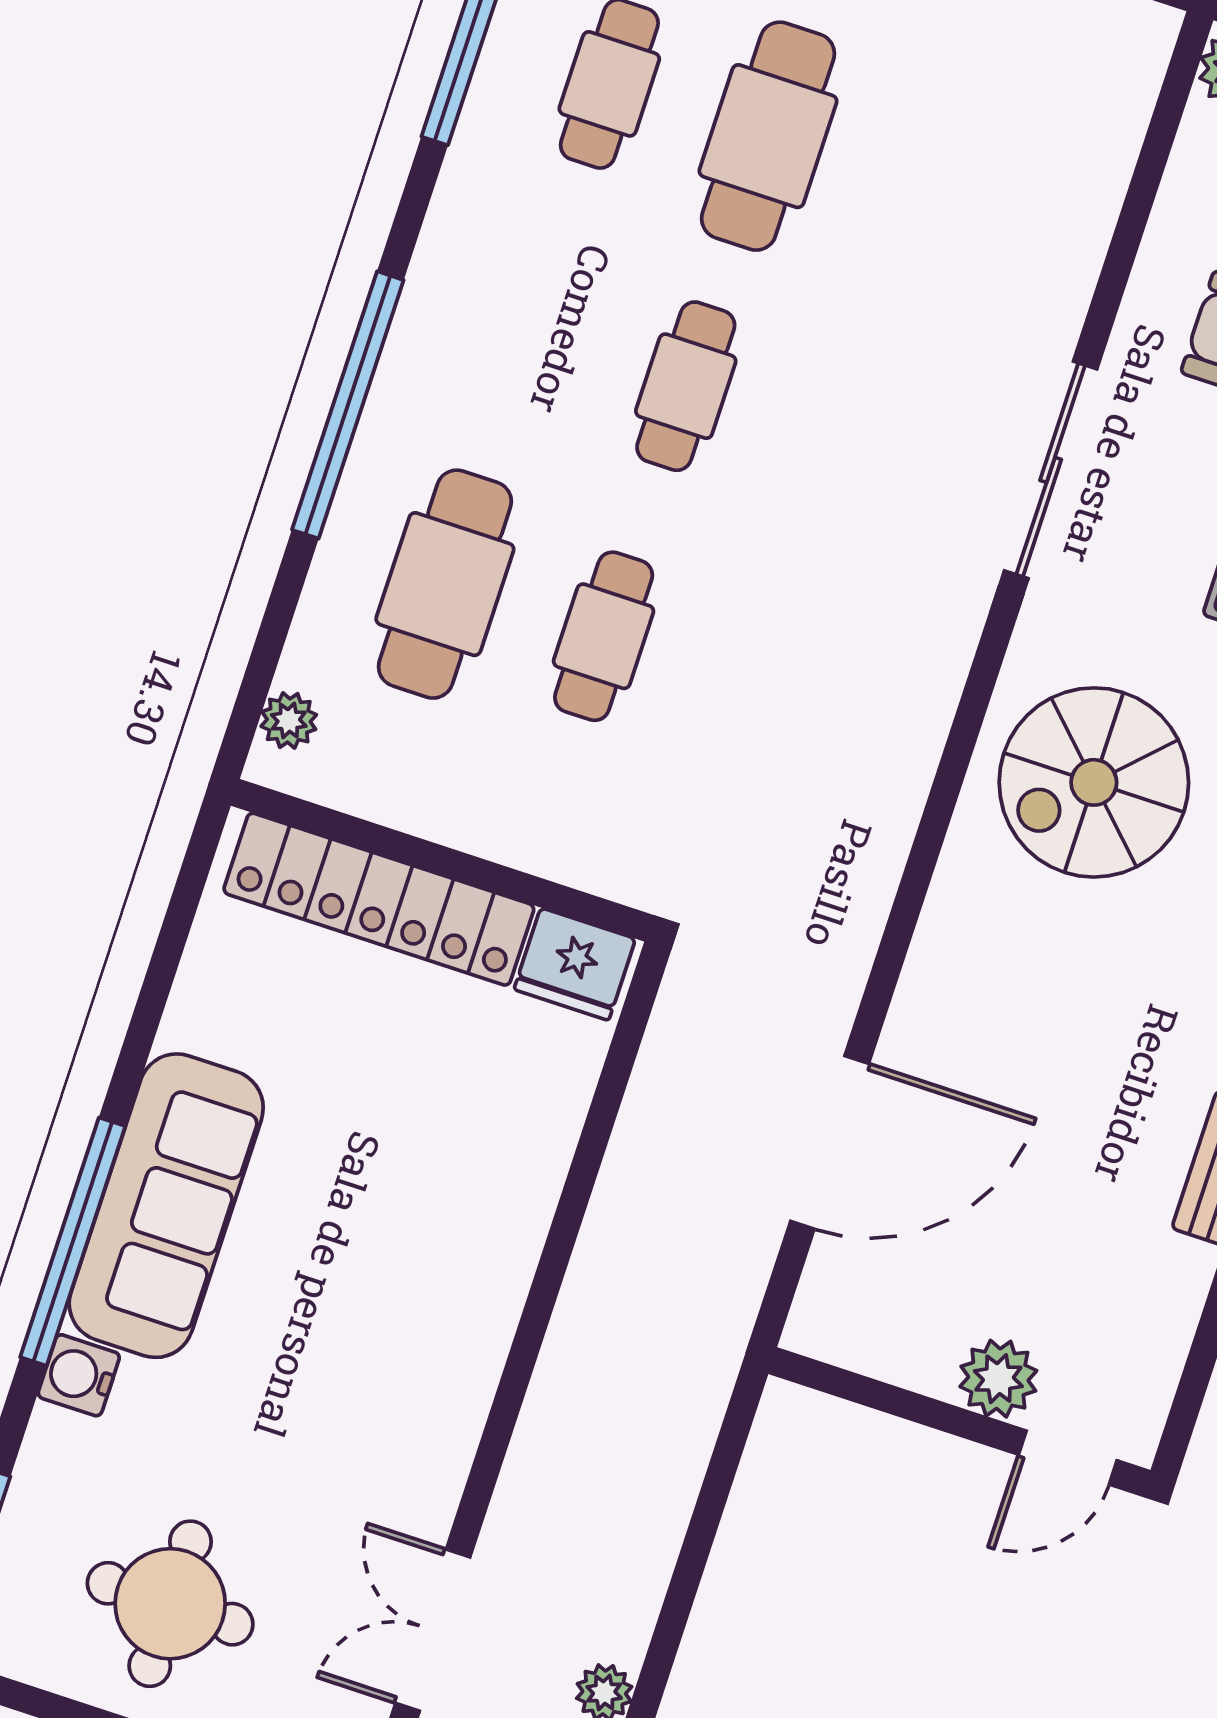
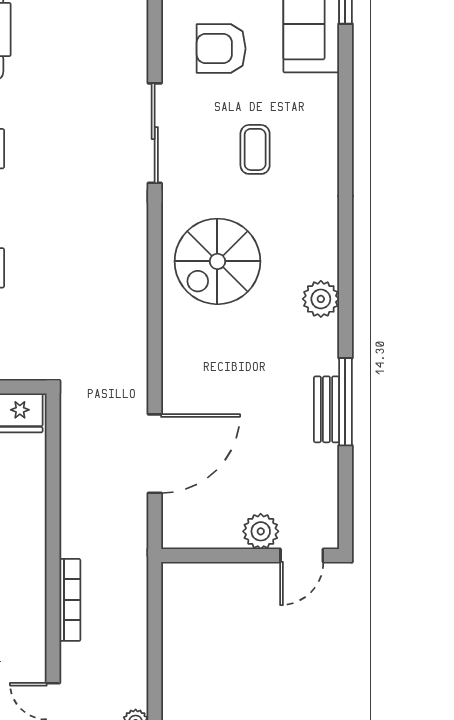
bookcase: (551, 1391) -> (70, 600), added

